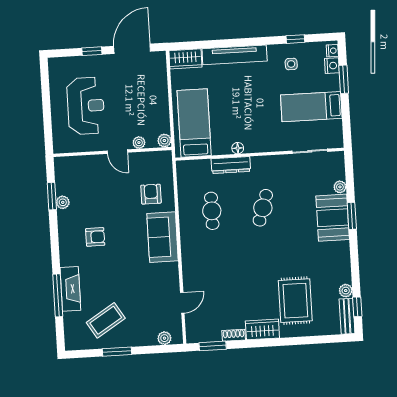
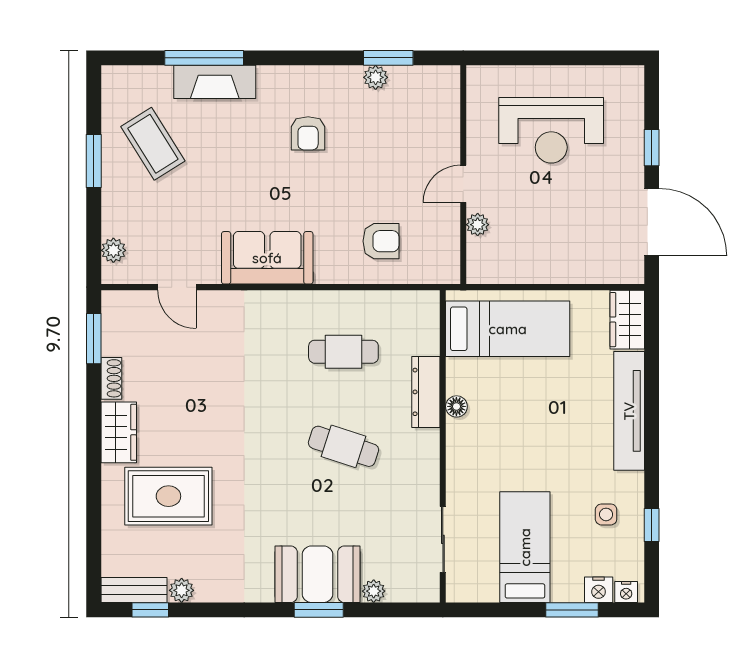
plant: (164, 141) -> (479, 272), removed
sofa: (163, 237) -> (267, 258), moved

